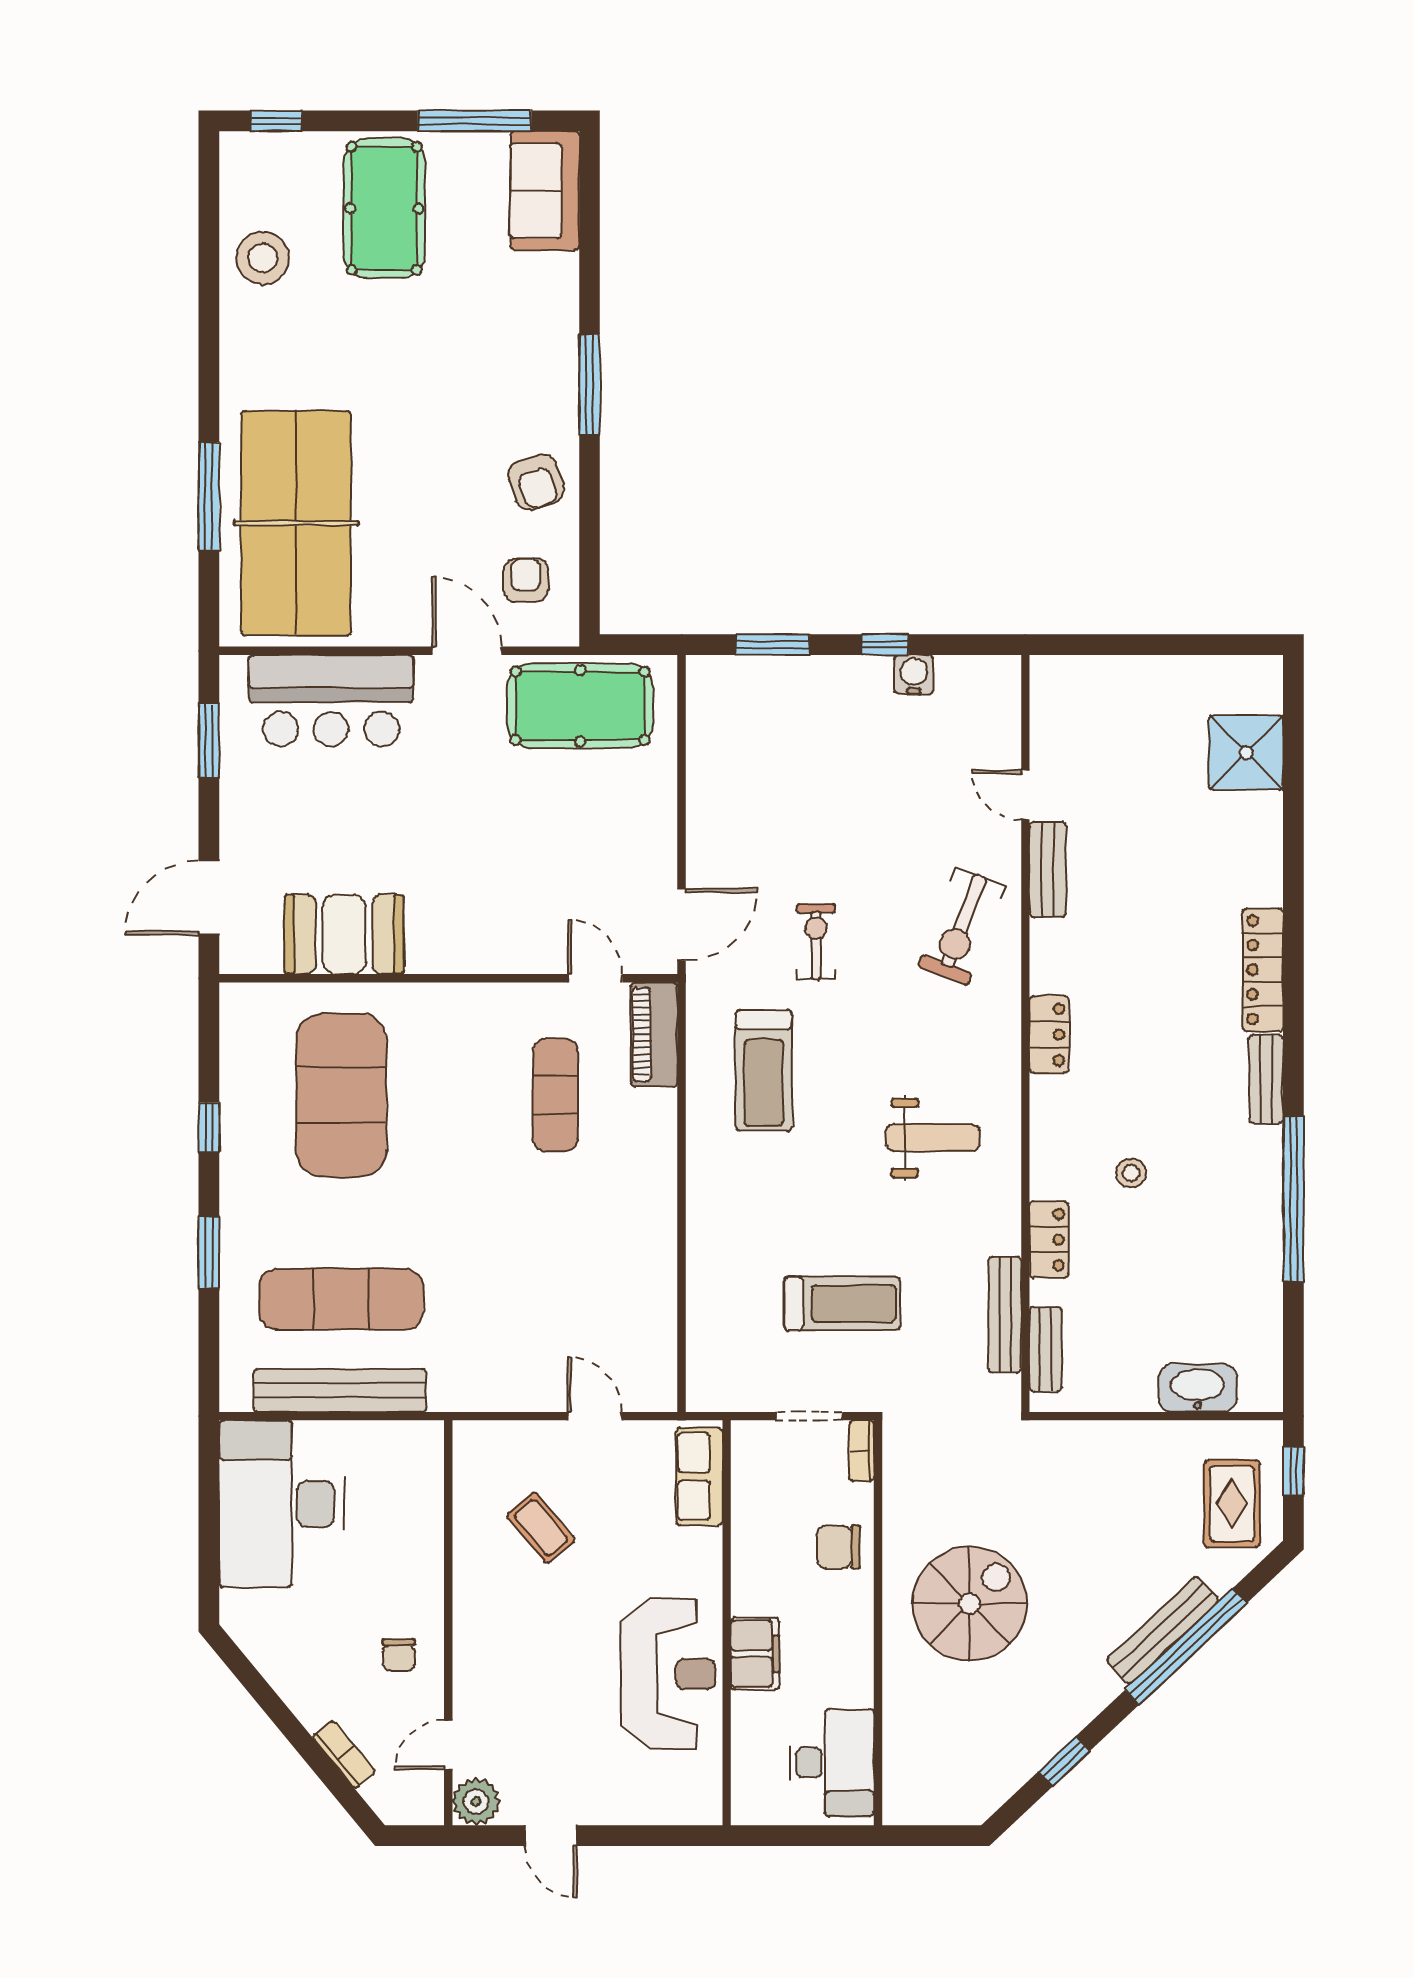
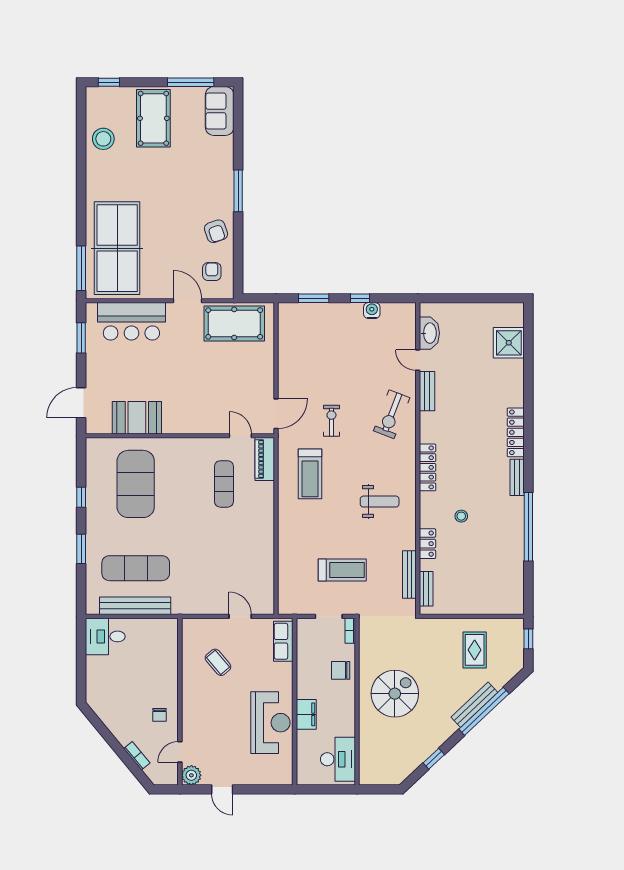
window: (209, 496) -> (81, 268), moved
locker: (1049, 1035) -> (428, 467), width x1.53
washbasin: (1198, 1388) -> (429, 333), moved, turned 90
desk: (282, 1504) -> (105, 636), width x0.53, depth x0.77
rug: (1232, 1504) -> (475, 650), moved

